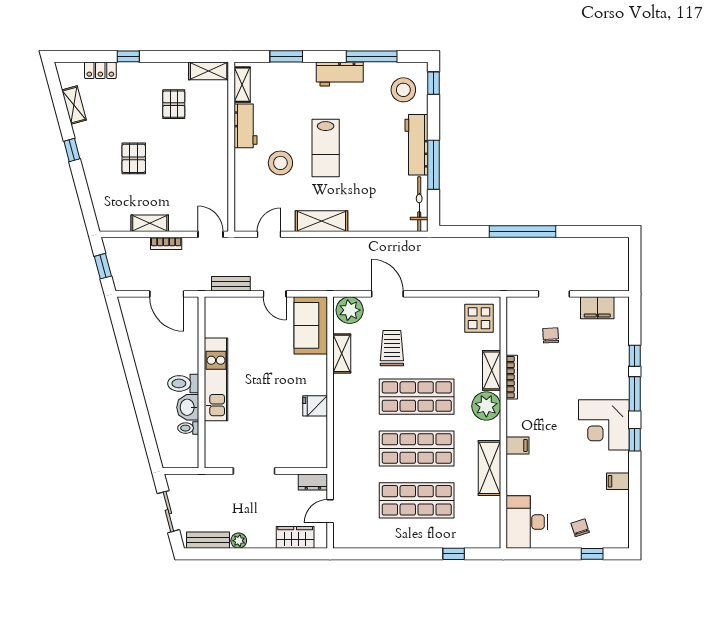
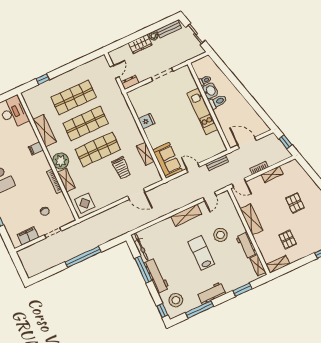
shelving: (218, 165) -> (251, 219), added
plant: (350, 310) -> (151, 177), removed
wardrobe: (295, 537) -> (140, 44), moved

